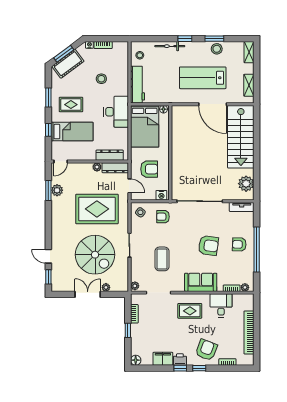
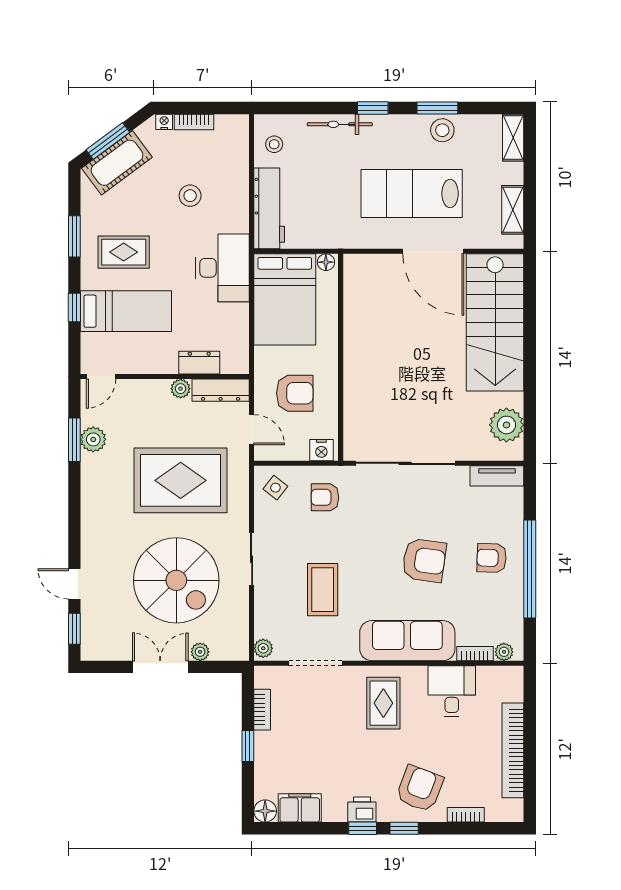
dresser: (110, 155) -> (199, 363), width x0.70
sofa: (201, 282) -> (407, 641), width x1.36
rug: (190, 311) -> (383, 703), turned 90
filing cabinet: (163, 359) -> (300, 808), moved

